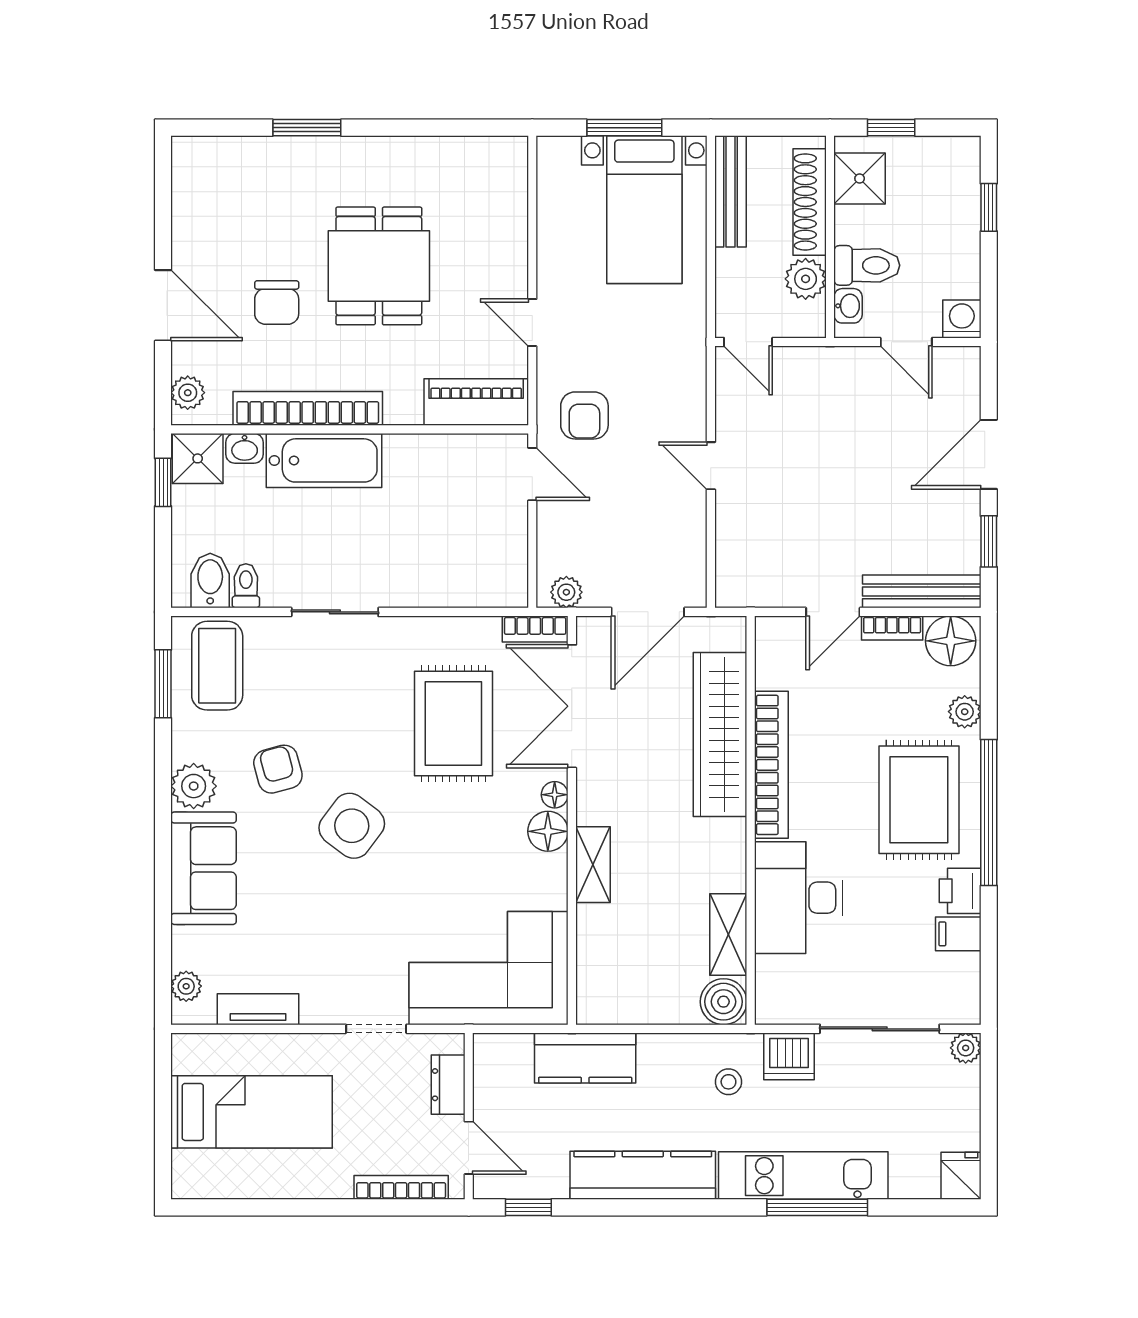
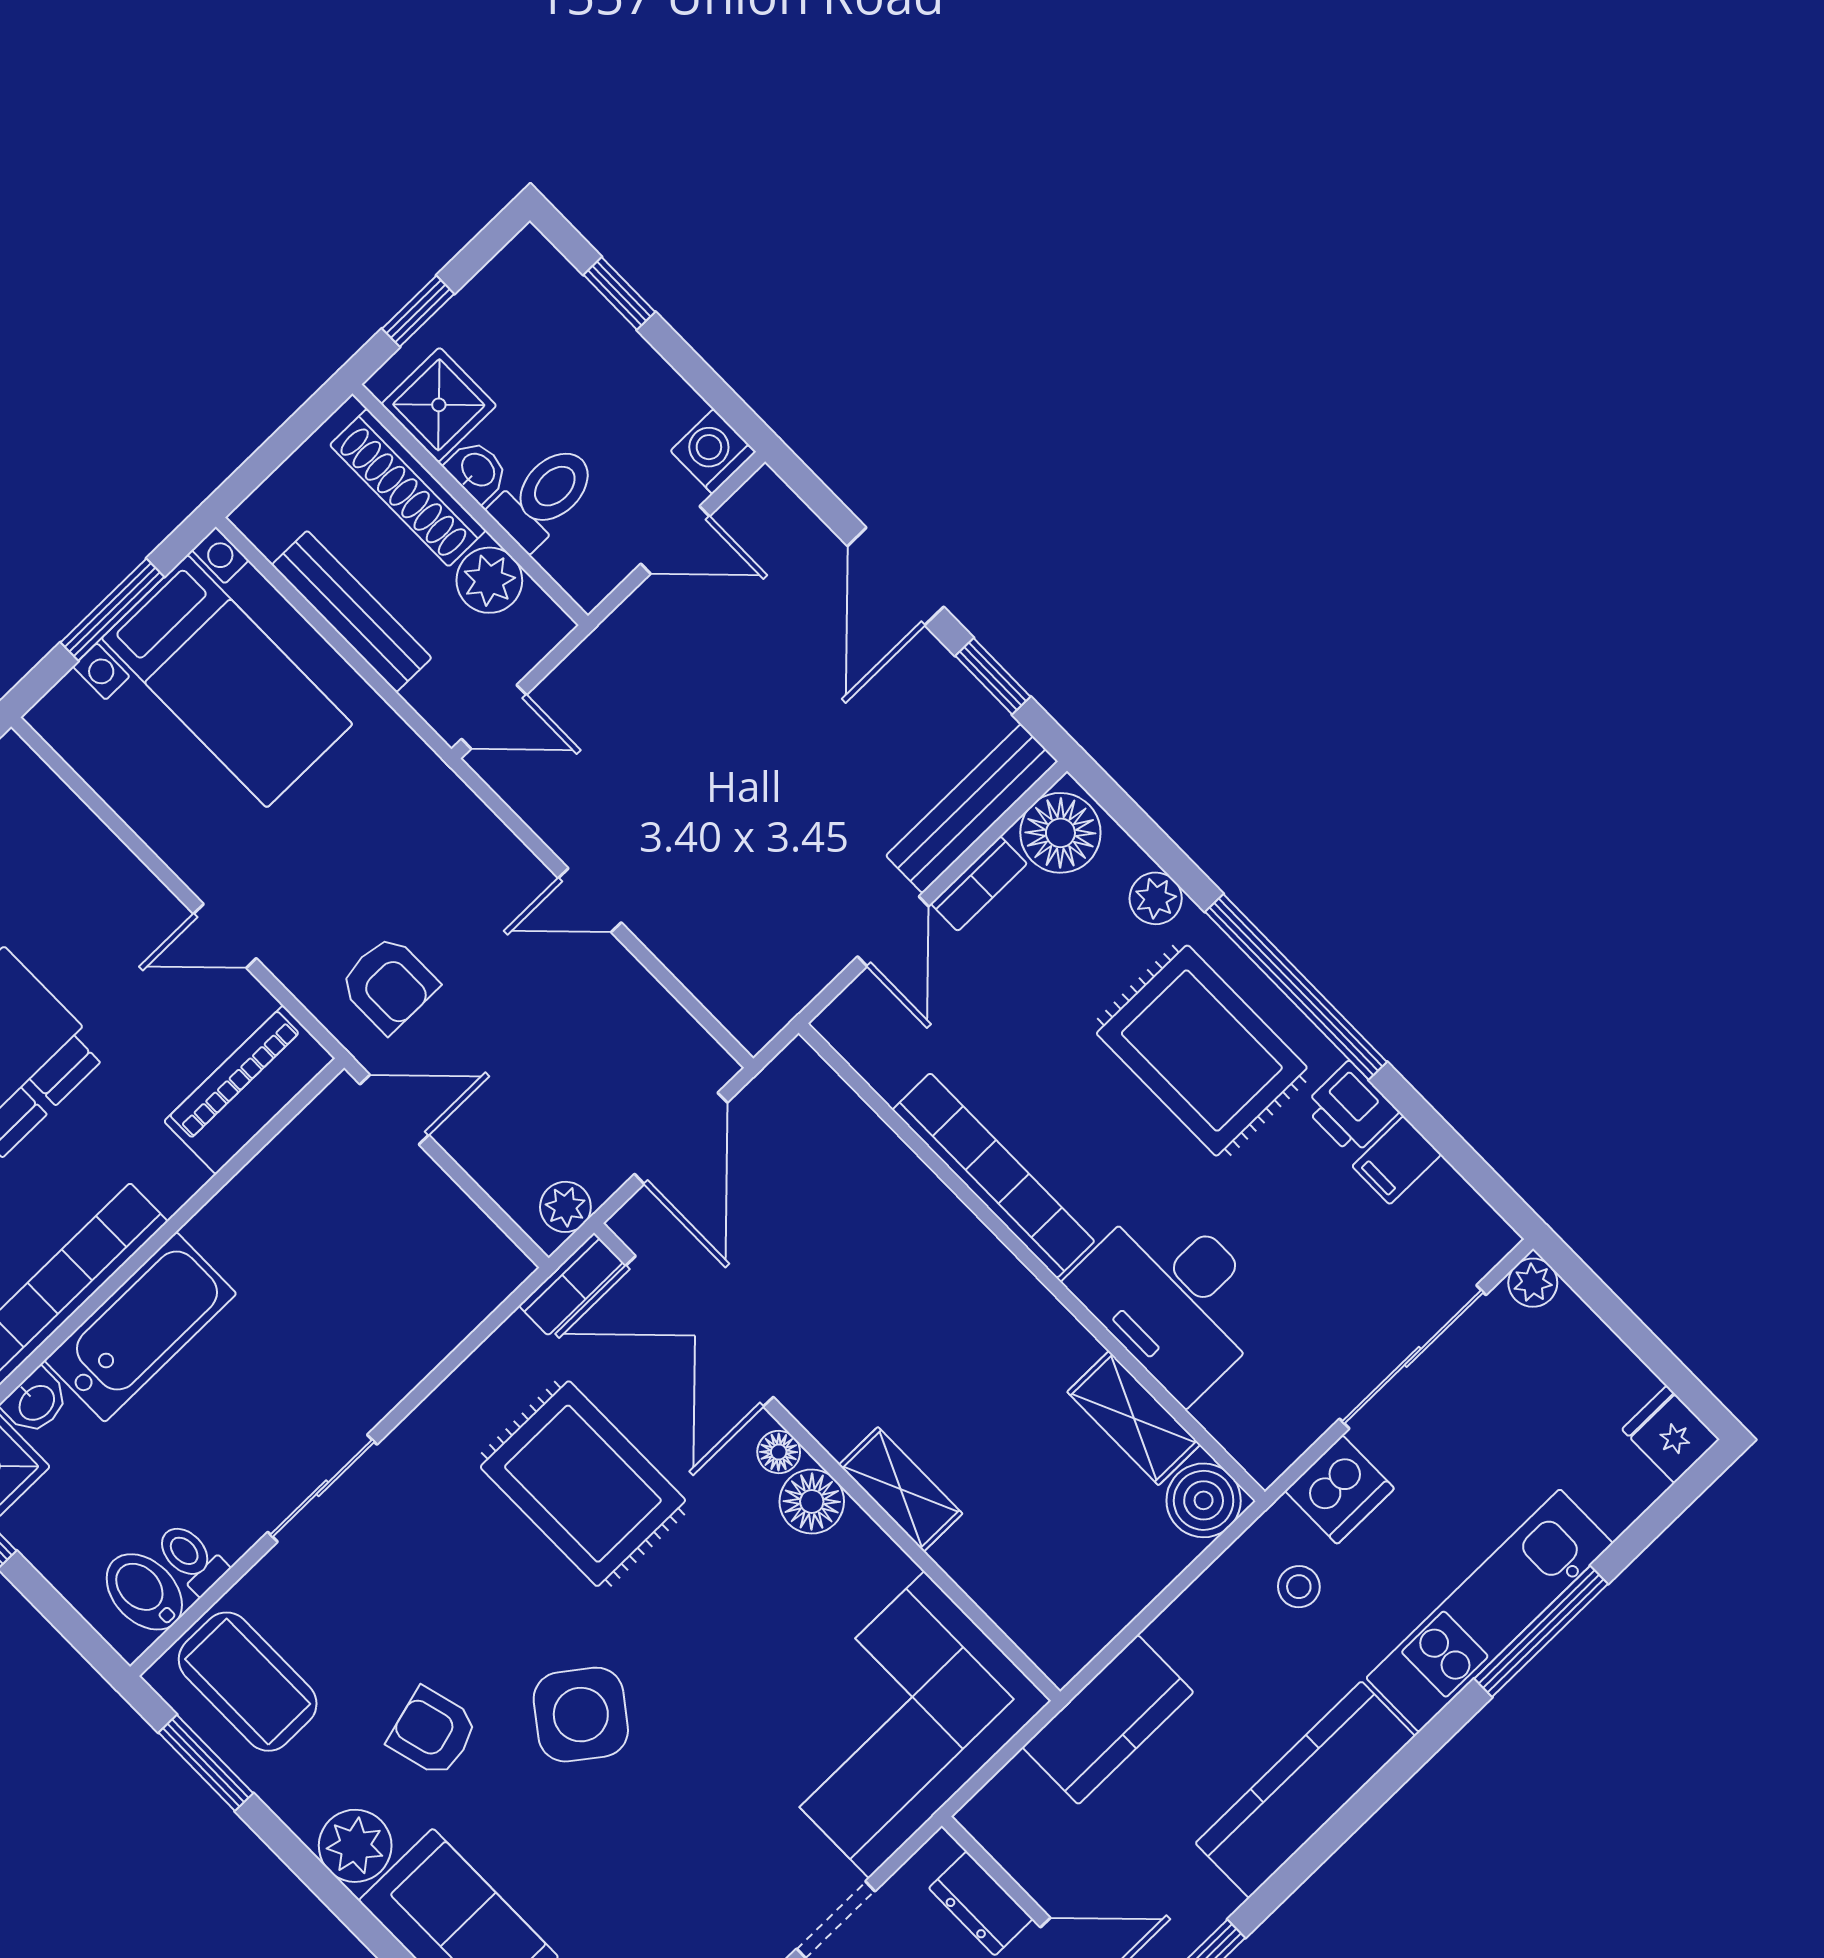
bench: (730, 191) -> (352, 611), moved
washbasin: (848, 306) -> (477, 471), moved
wardrobe: (720, 734) -> (901, 1198), removed

